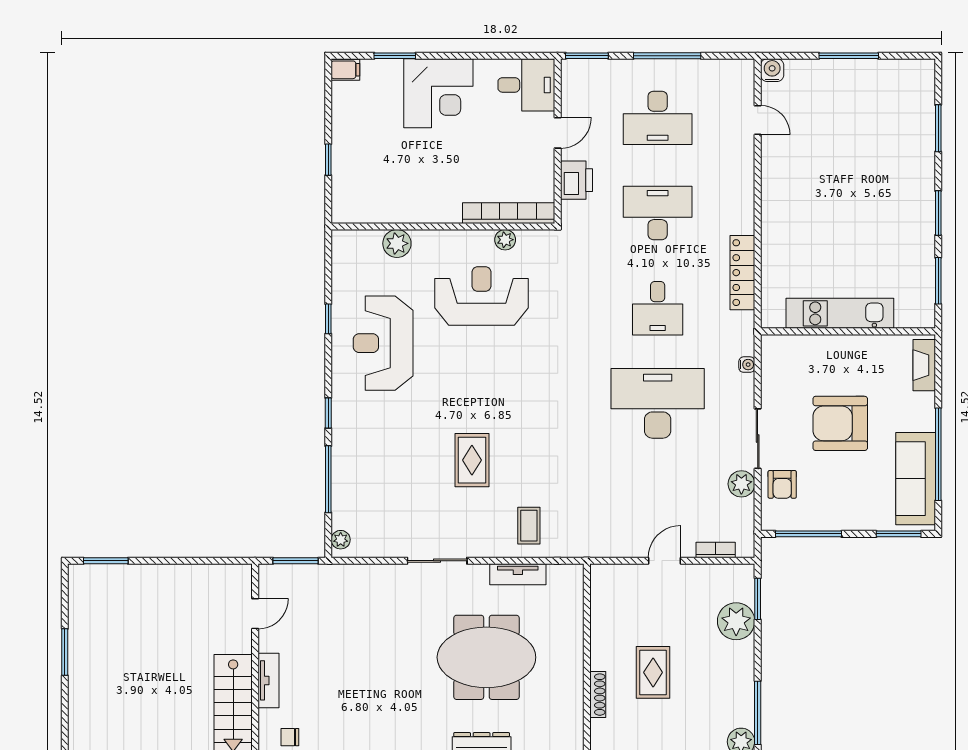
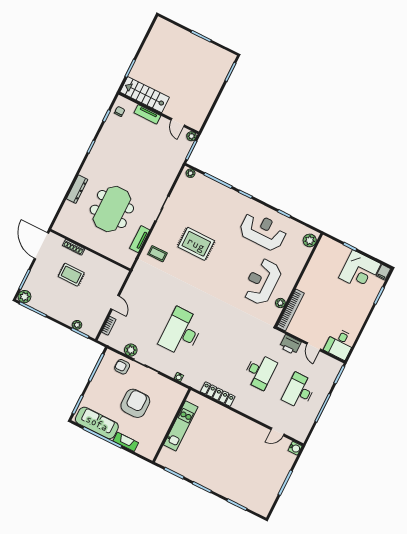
corner desk: (438, 93) -> (360, 271), moved, turned -90
plant: (397, 243) -> (310, 240), moved
reception desk: (481, 296) -> (262, 282), turned 180
desk: (658, 308) -> (221, 352), removed
fireplace: (924, 365) -> (126, 442), moved
desk: (658, 403) -> (181, 332), turned 180
rug: (472, 460) -> (196, 244), width x1.36, depth x1.43
plant: (268, 574) -> (191, 136), added
plant: (736, 621) -> (77, 325), width x0.53, depth x0.53

